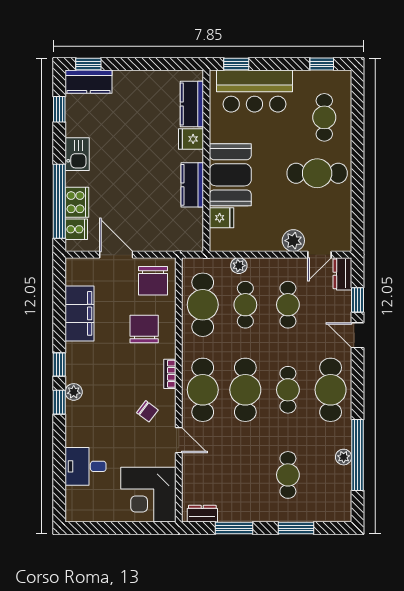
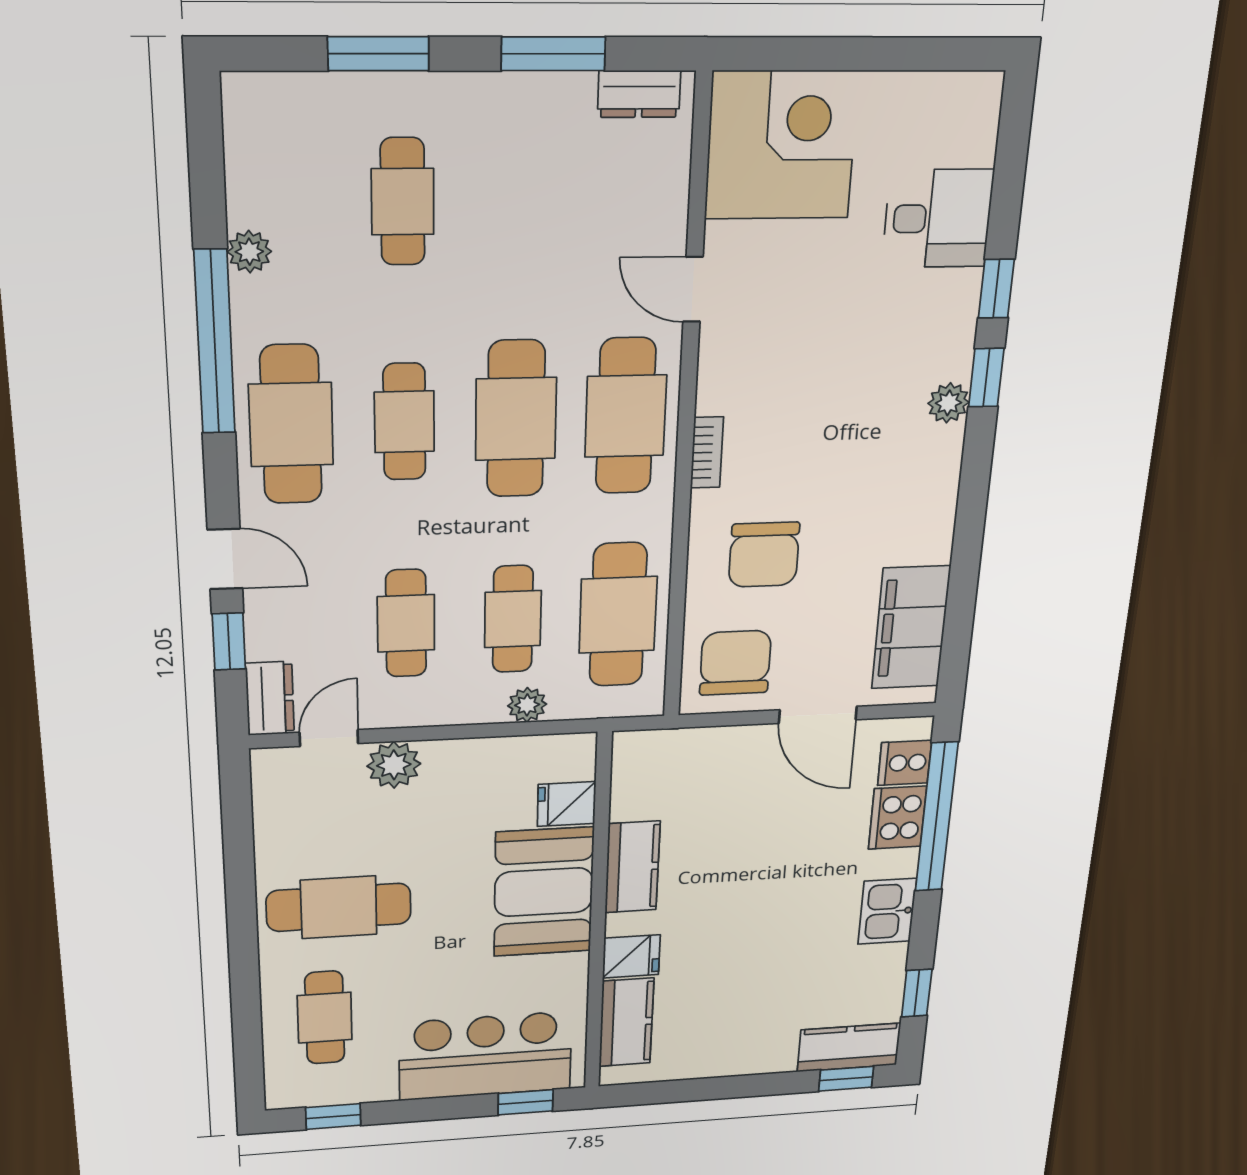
filing cabinet: (80, 313) -> (911, 628), moved
window: (59, 365) -> (996, 289), moved
chair: (147, 411) -> (769, 360), removed
window: (357, 455) -> (215, 342), moved

